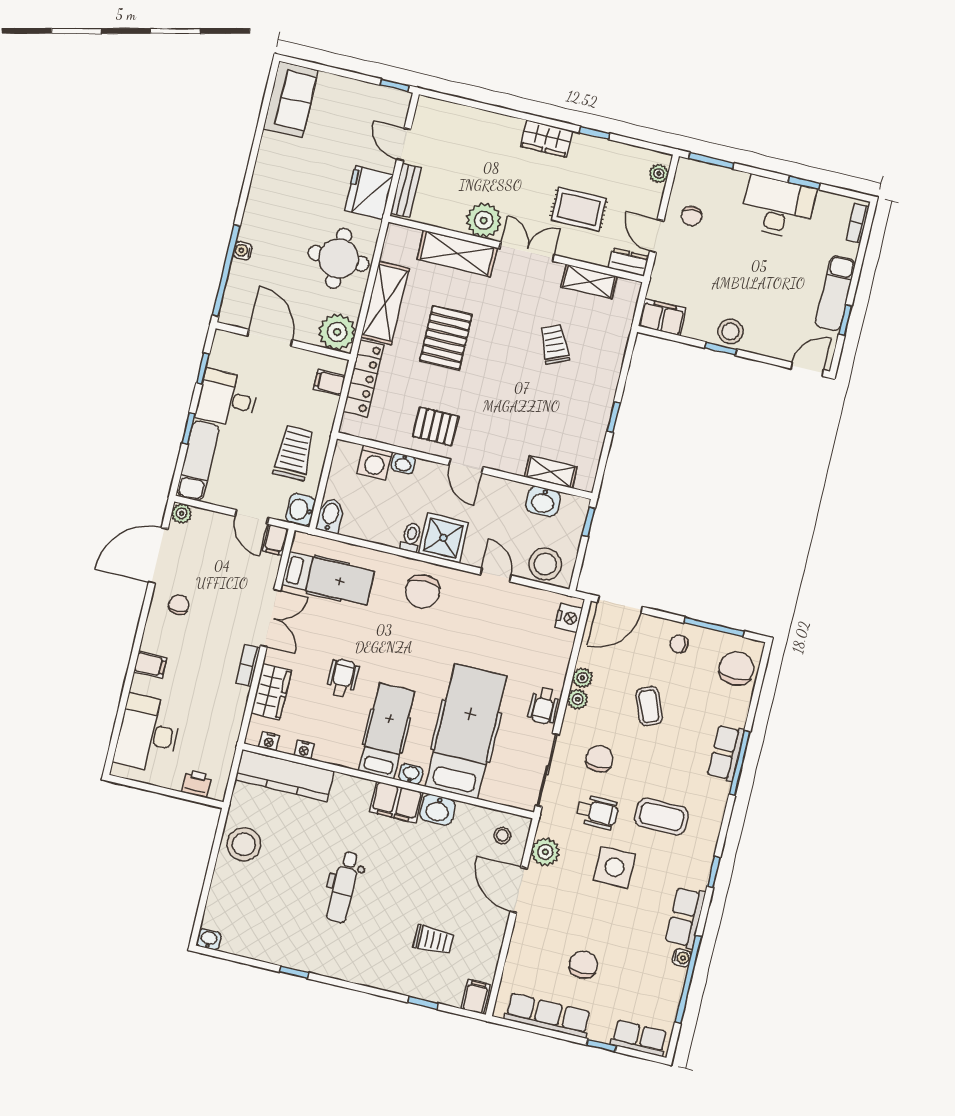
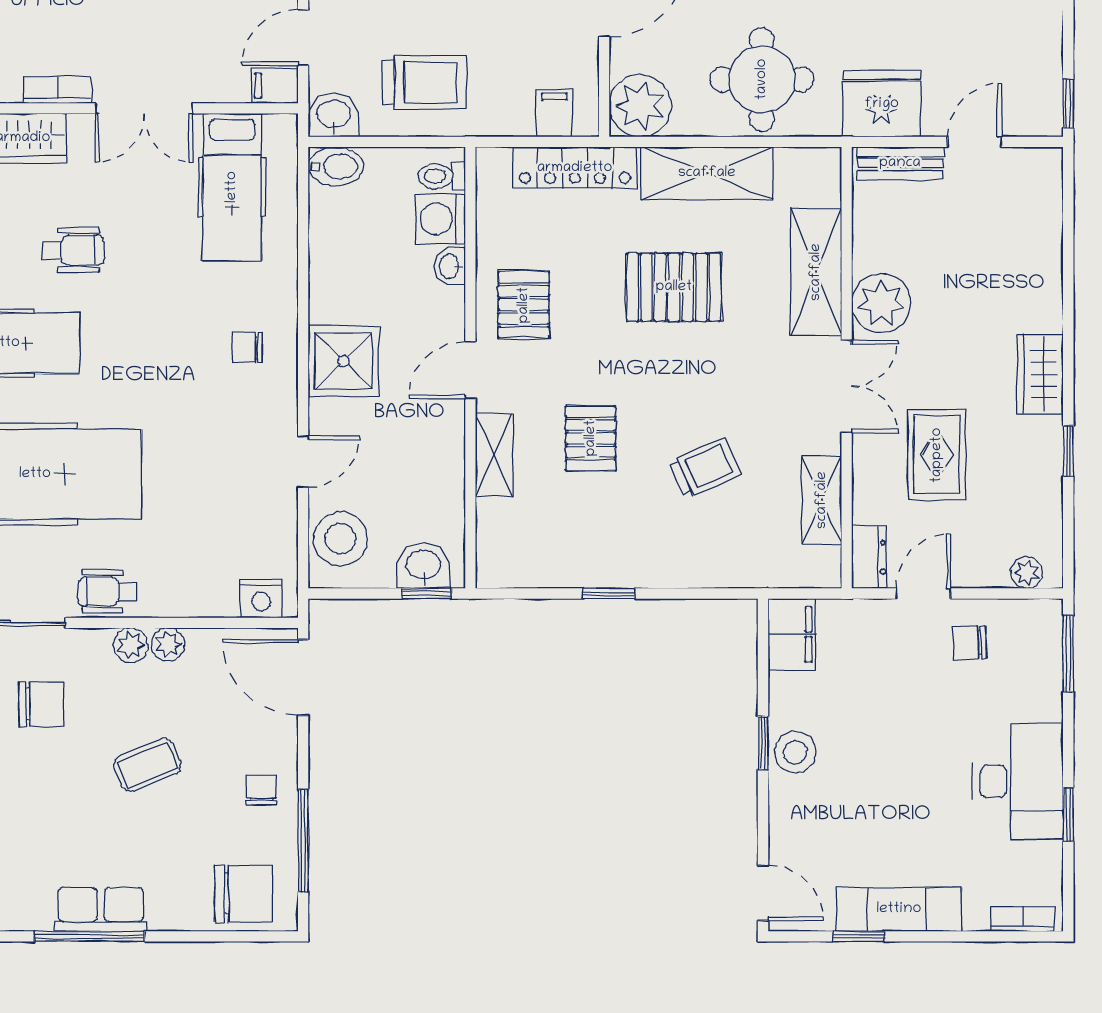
pallet: (522, 406) -> (591, 438), added
shelving: (551, 472) -> (494, 455), moved
washbasin: (543, 501) -> (424, 566), moved, turned 90
toilet: (411, 537) -> (442, 176), moved, turned 180
chair: (422, 591) -> (247, 348), width x0.54, depth x0.54

